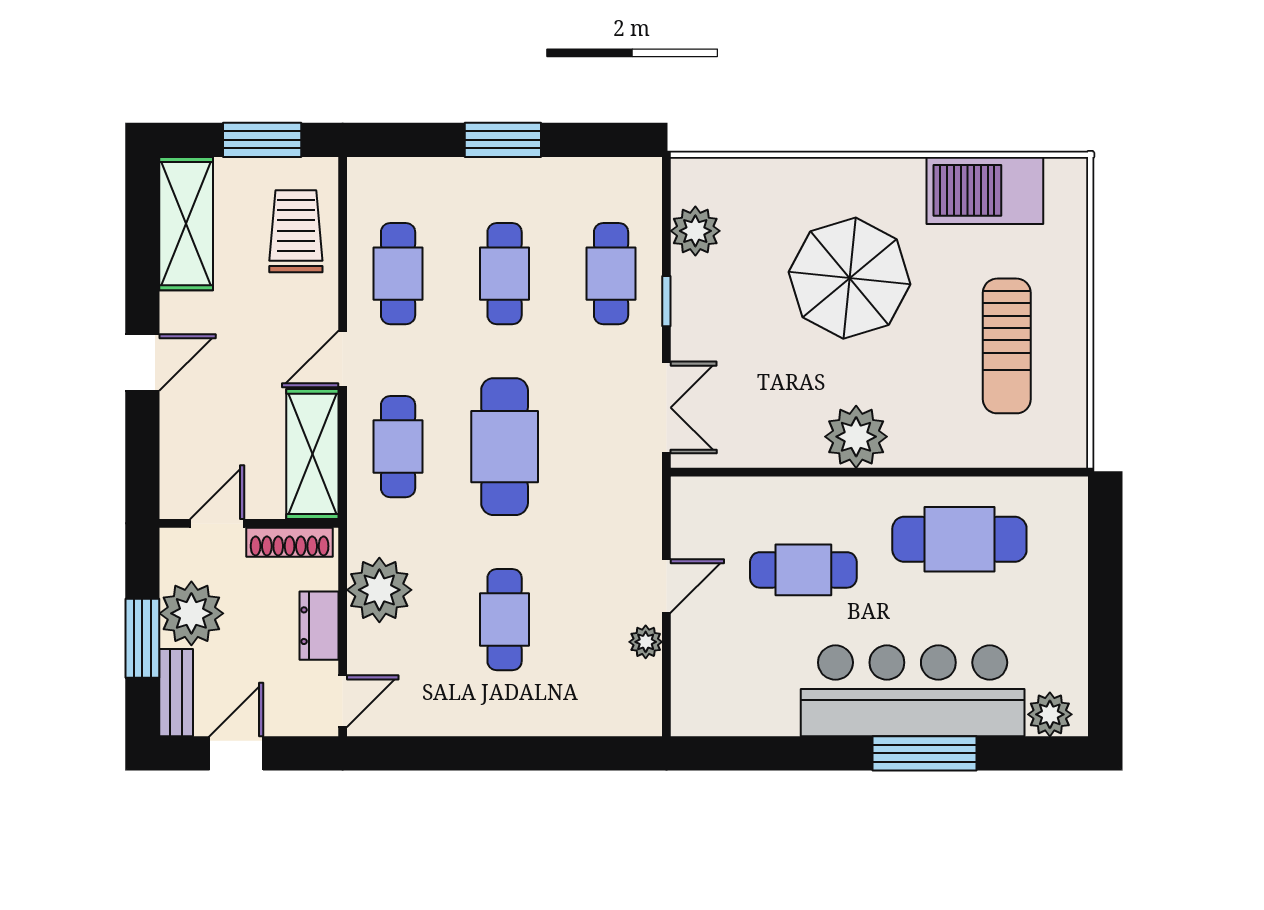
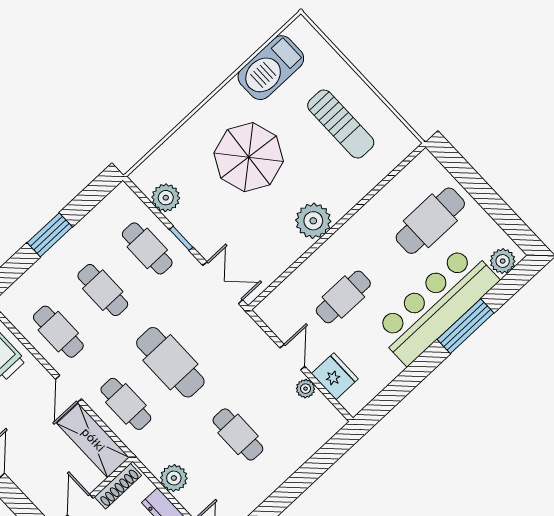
cafe table: (959, 539) -> (430, 221), moved
plant: (379, 590) -> (174, 478), width x0.73, depth x0.73
fridge: (698, 661) -> (335, 376), added

